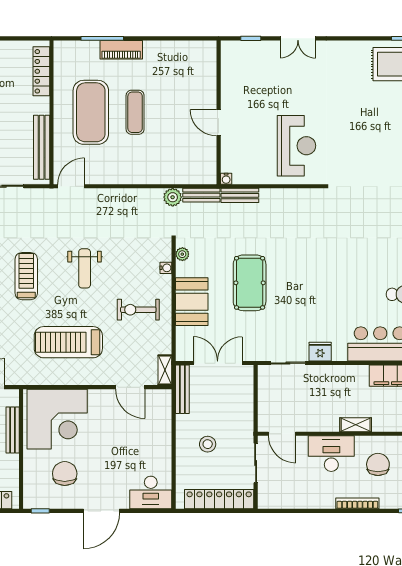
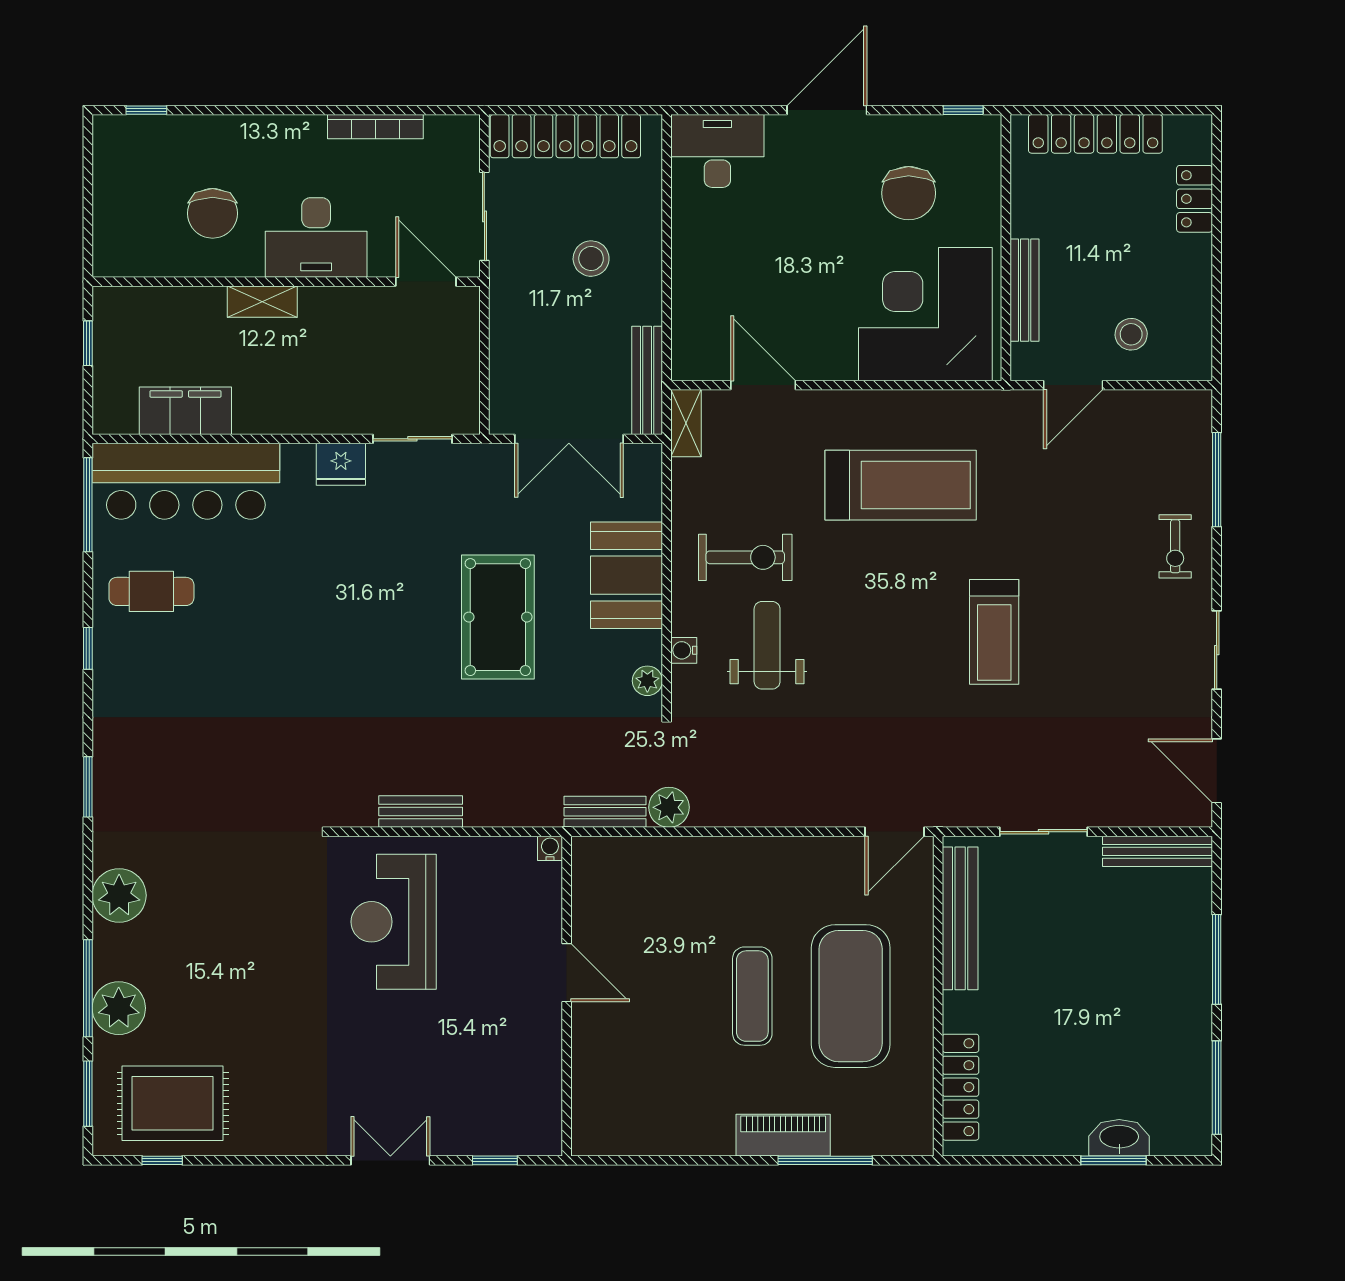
bench: (240, 195) -> (421, 811), moved
weight bench: (85, 268) -> (767, 645), moved
bookcase: (357, 503) -> (375, 127), moved

